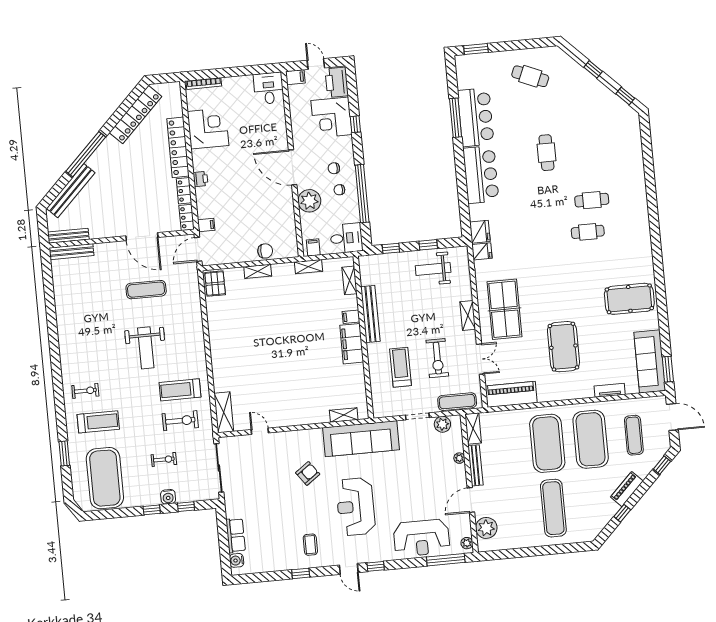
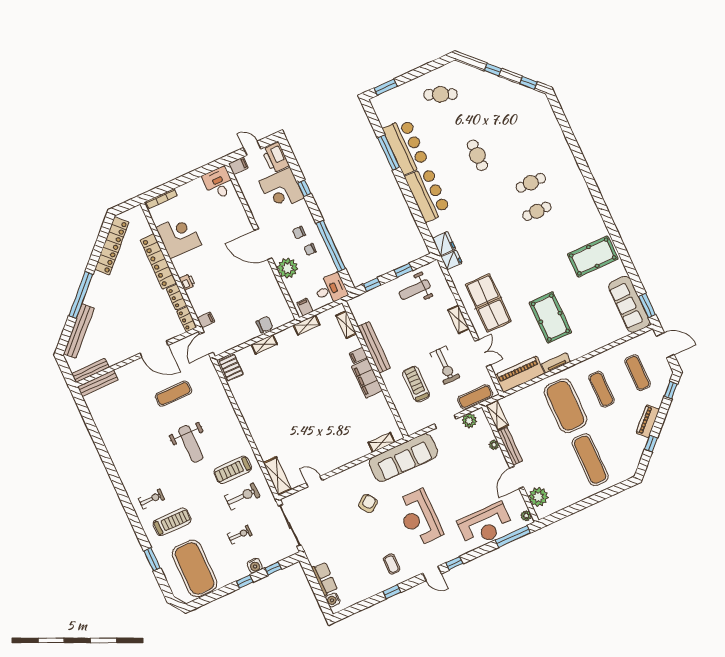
tv unit: (610, 390) -> (556, 363), moved
exercise mat: (591, 439) -> (601, 389), width x0.50, depth x0.69

